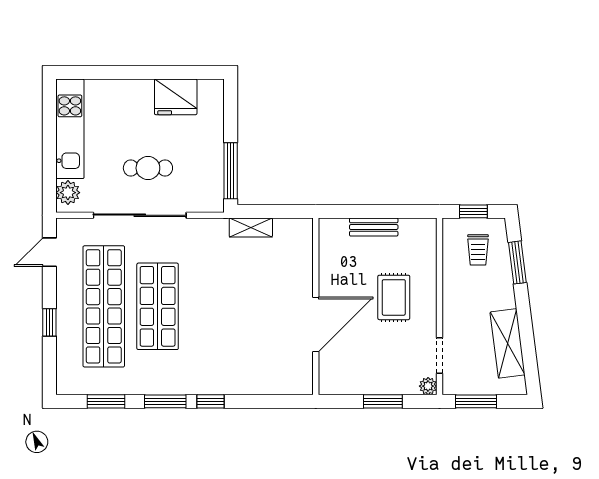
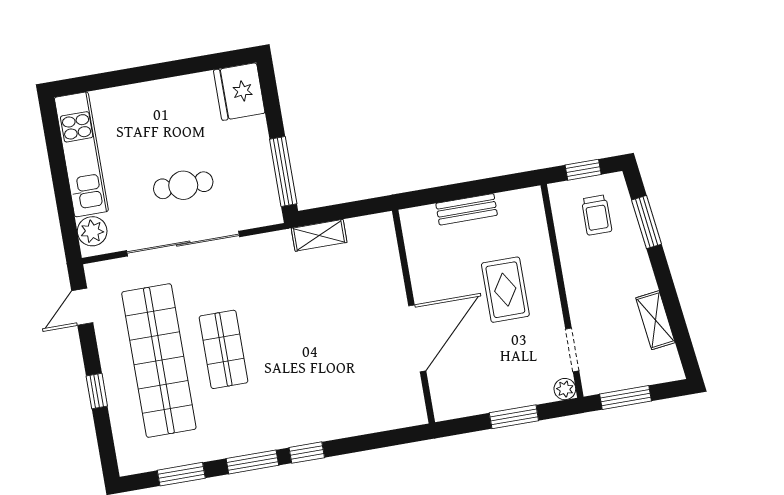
fridge: (176, 97) -> (239, 92), moved, turned 90
shop shelf: (158, 306) -> (224, 349), width x0.70, depth x0.74
shelving: (508, 343) -> (655, 320), width x0.67, depth x0.75

